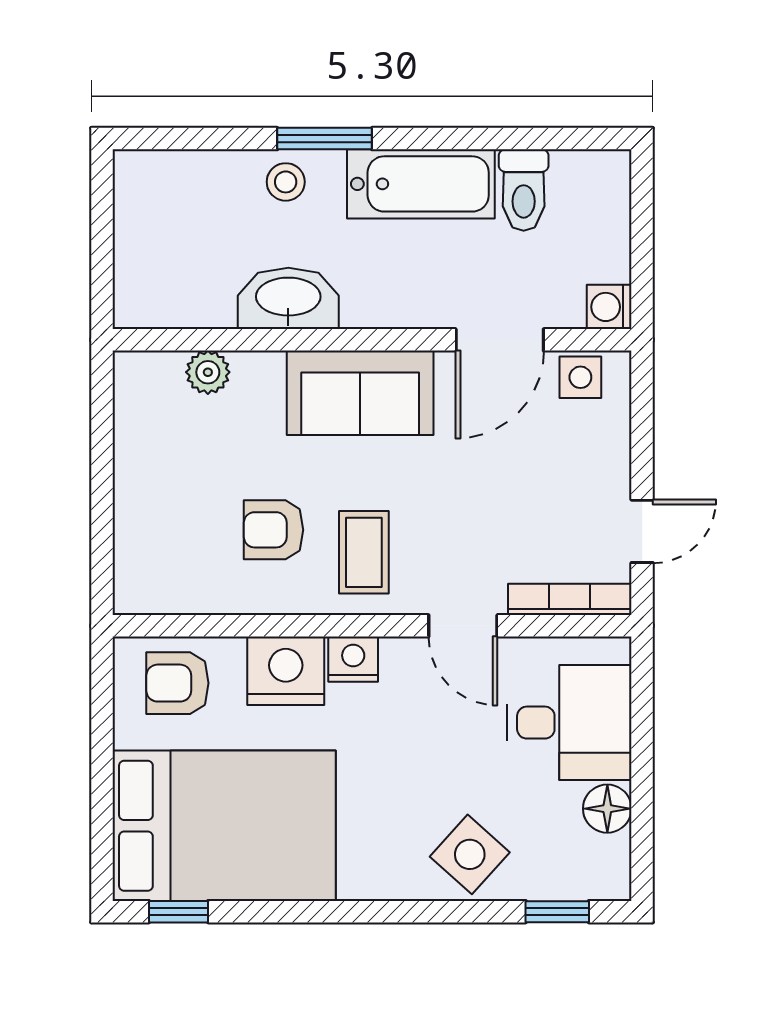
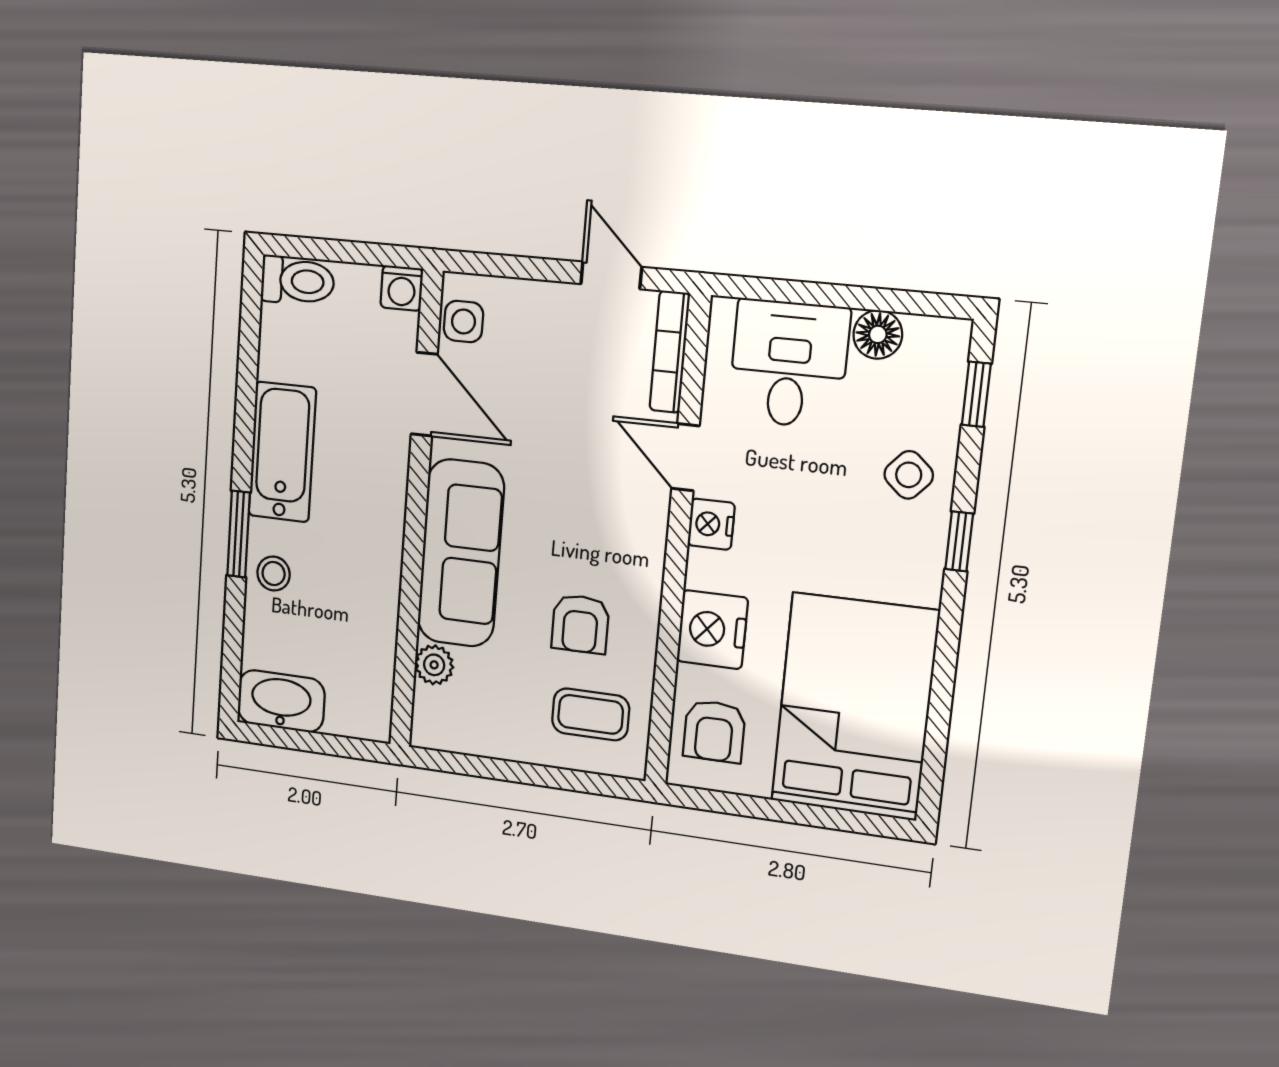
toilet: (524, 190) -> (298, 281), moved
washbasin: (288, 298) -> (281, 701), moved, turned 90
sofa: (360, 393) -> (461, 553), width x1.36
coffee table: (364, 552) -> (591, 714), moved
door: (463, 626) -> (685, 457), swing flipped
nightstand: (353, 659) -> (711, 524), moved
side table: (470, 854) -> (909, 475), width x0.73, depth x0.73
window: (179, 912) -> (959, 541), moved

